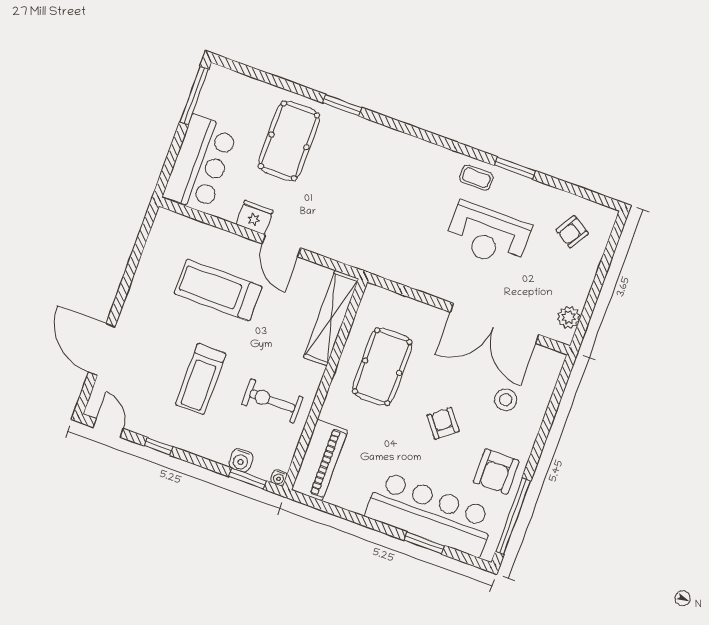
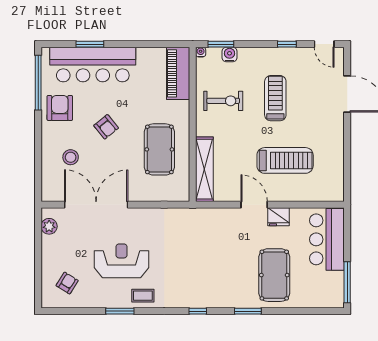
window: (410, 130) -> (198, 311), added

